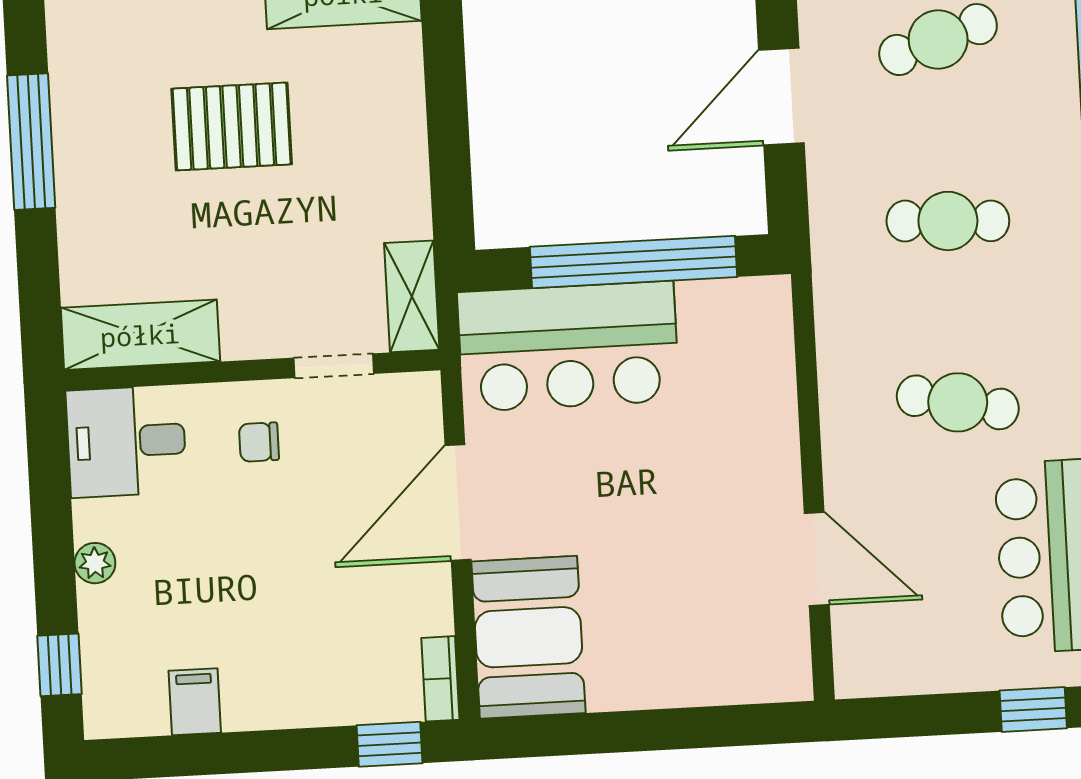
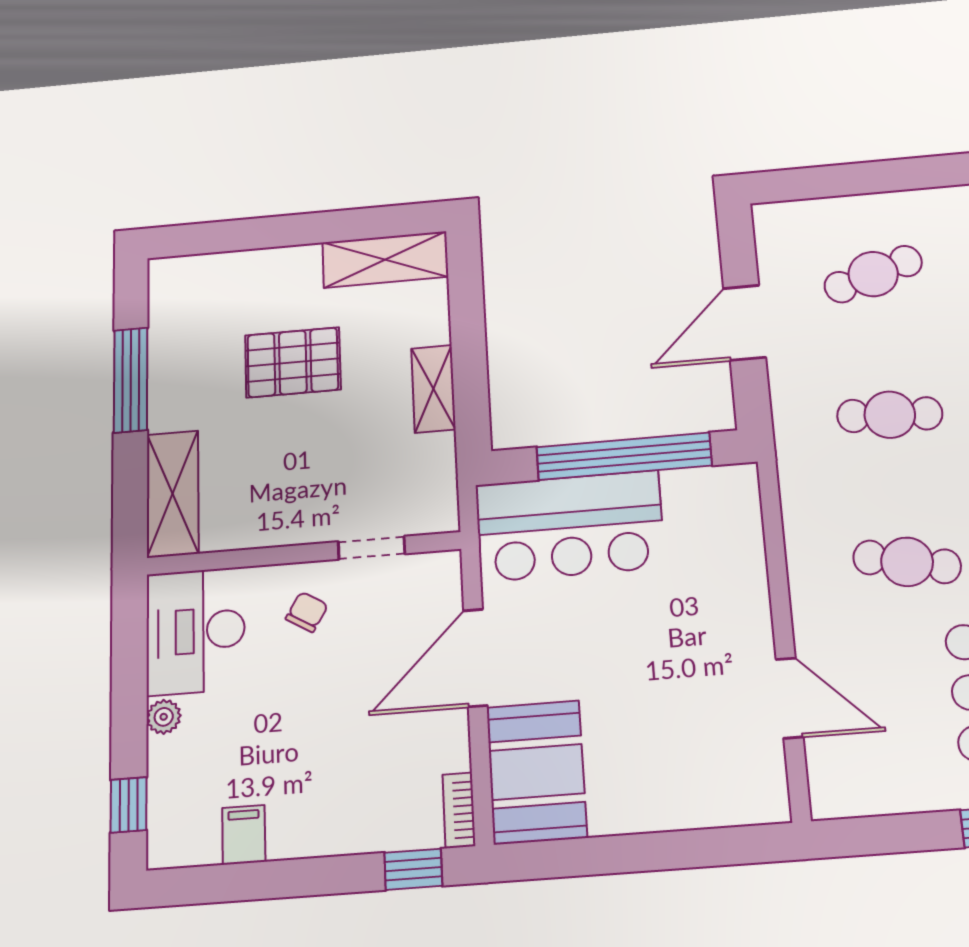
shelving: (412, 296) -> (433, 389), moved
shelving: (140, 335) -> (173, 494), moved, turned 90
desk: (126, 441) -> (195, 631), width x1.37
chair: (259, 442) -> (307, 612), turned 121

